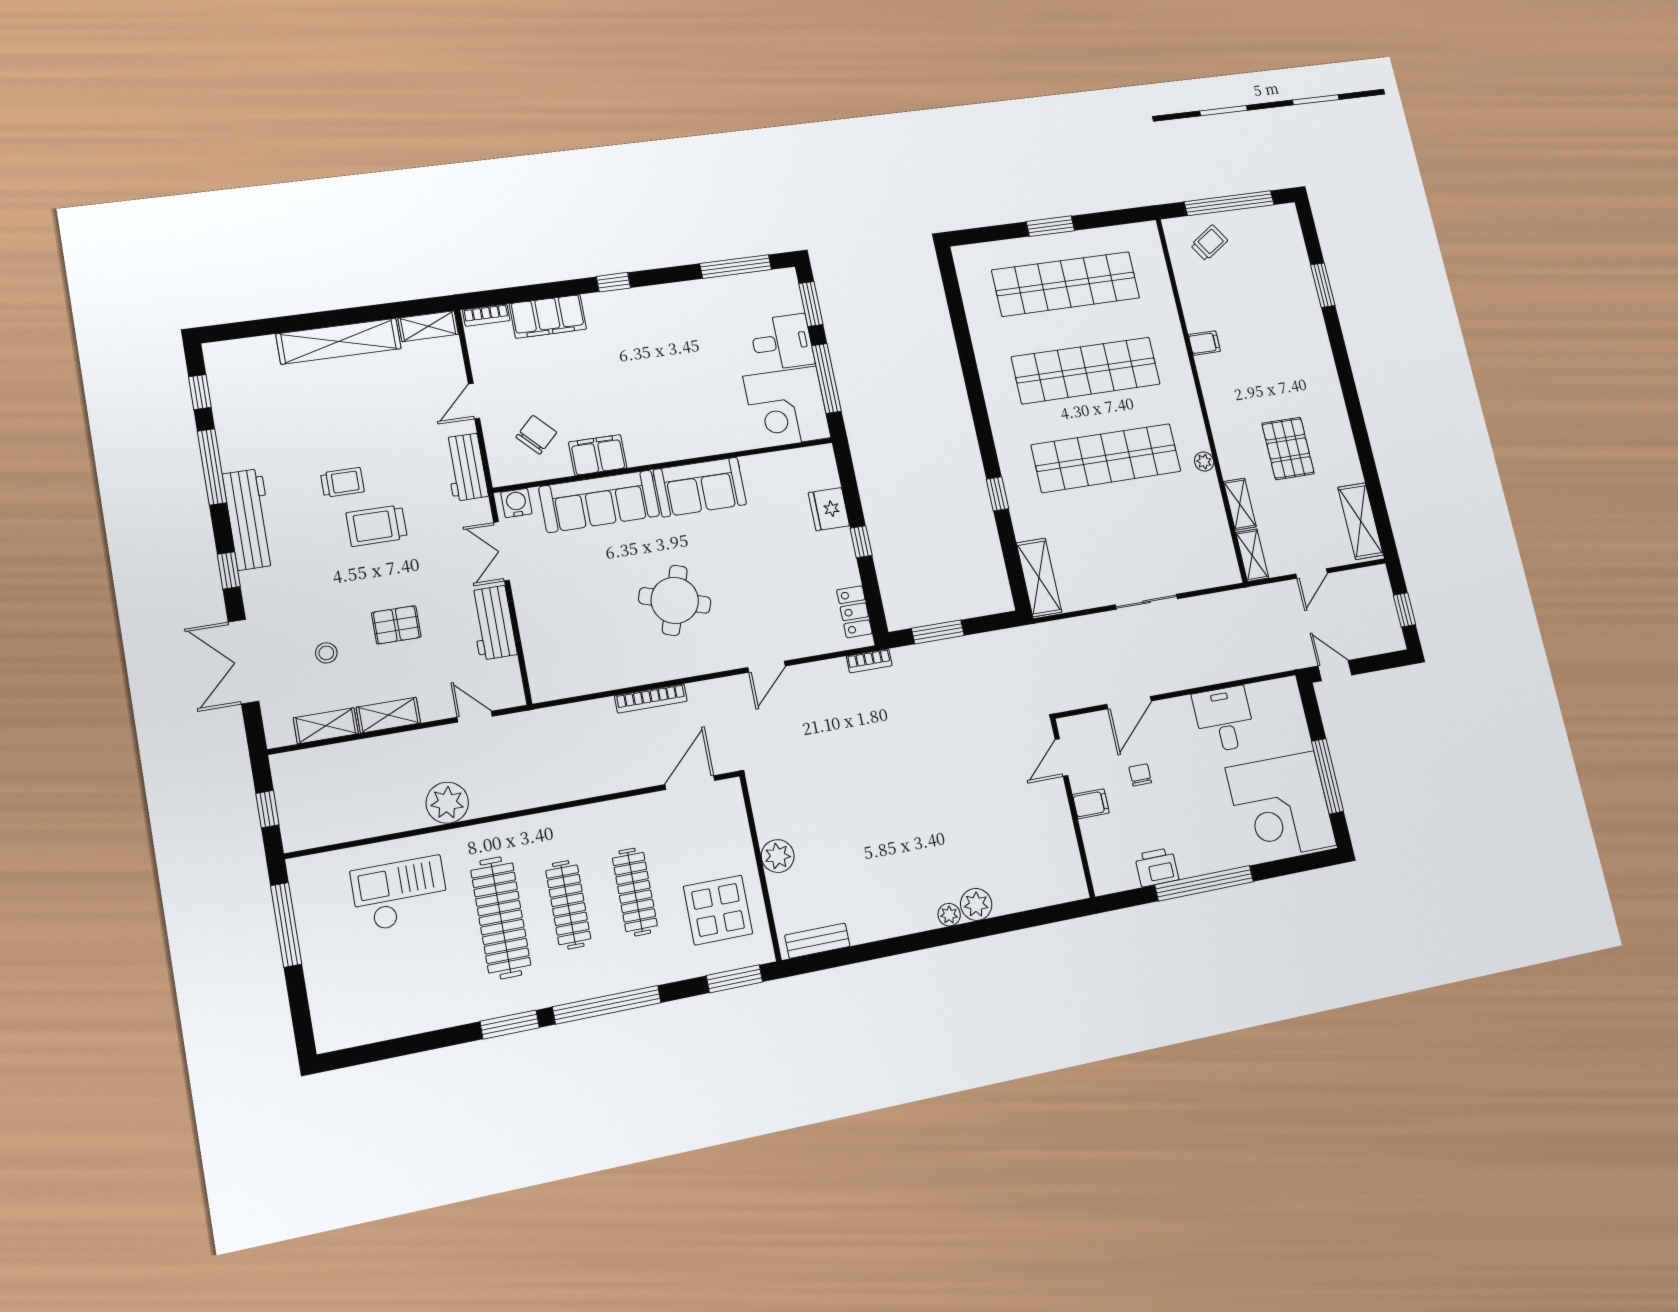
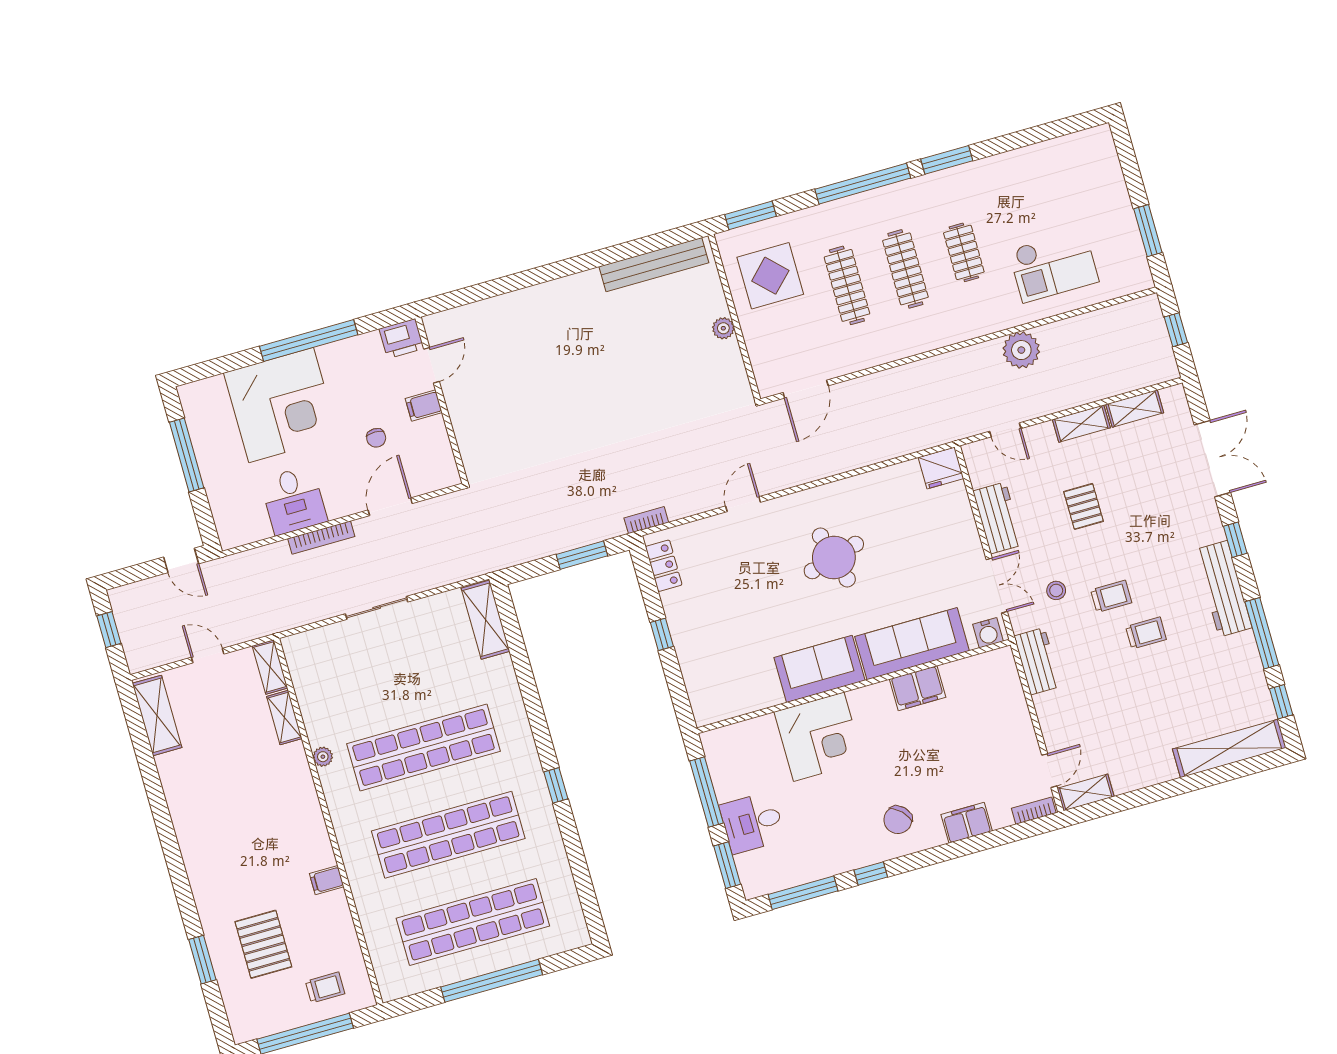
window: (1050, 226) -> (492, 981), width x2.11
trolley: (1209, 243) -> (325, 987), turned -147
window: (613, 282) -> (871, 874), moved
filing cabinet: (548, 316) -> (967, 823), width x0.67, depth x0.86
shelving: (339, 341) -> (1229, 748), moved
door: (474, 401) -> (1049, 771), moved
corner desk: (787, 407) -> (819, 737), moved, turned 90
chair: (536, 435) -> (898, 820), moved
pallet: (1288, 448) -> (263, 944), moved
trolley: (342, 482) -> (1146, 633), turned 180
window: (997, 494) -> (556, 785), moved
fridge: (829, 509) -> (941, 468), moved, turned 90
trolley: (377, 526) -> (1111, 596), width x0.73, depth x0.72
door: (1312, 573) -> (208, 656), hinge flipped
round table: (675, 600) -> (834, 557), turned -34
pallet: (396, 625) -> (1084, 506), turned 90
stool: (326, 653) -> (1056, 590), moved
bookcase: (651, 698) -> (321, 538), moved, turned 180
door: (1061, 758) -> (432, 365), moved
corner desk: (1281, 806) -> (281, 405), moved, turned 90
plant: (778, 856) -> (723, 328), width x0.73, depth x0.73
printer: (1157, 867) -> (402, 339), moved
plant: (976, 904) -> (530, 301), removed
plant: (949, 915) -> (555, 290), removed
clothes rail: (501, 918) -> (964, 252), width x0.54, depth x0.76
window: (286, 925) -> (1148, 231), width x0.69
bench: (817, 941) -> (654, 265), width x1.86, depth x1.21

